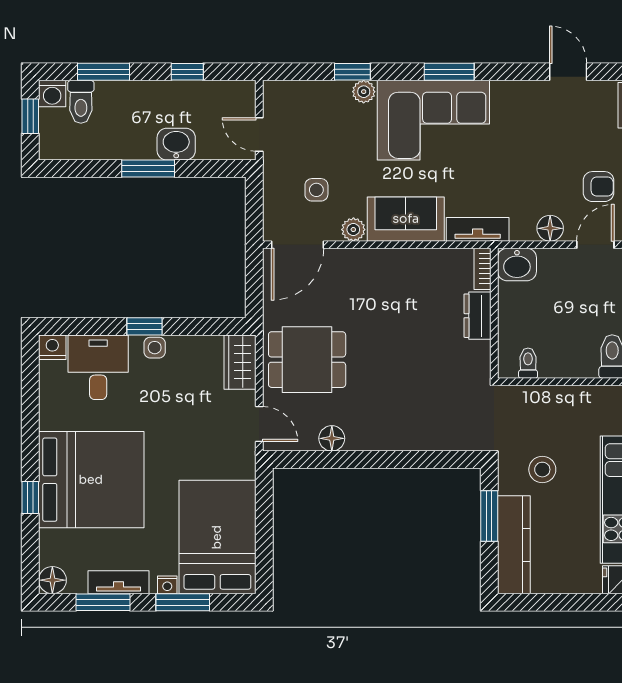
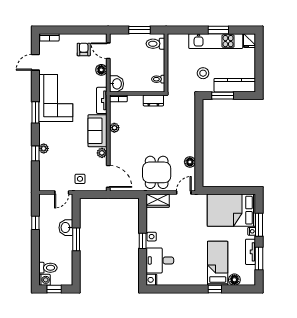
window: (103, 72) -> (35, 258), removed
corner sofa: (433, 120) -> (56, 98), moved
side table: (316, 190) -> (80, 179), moved
plant: (413, 260) -> (114, 128), added
dresser: (477, 316) -> (153, 100), moved
bed: (91, 480) -> (218, 263), width x0.49
floor lamp: (52, 580) -> (234, 280), moved

